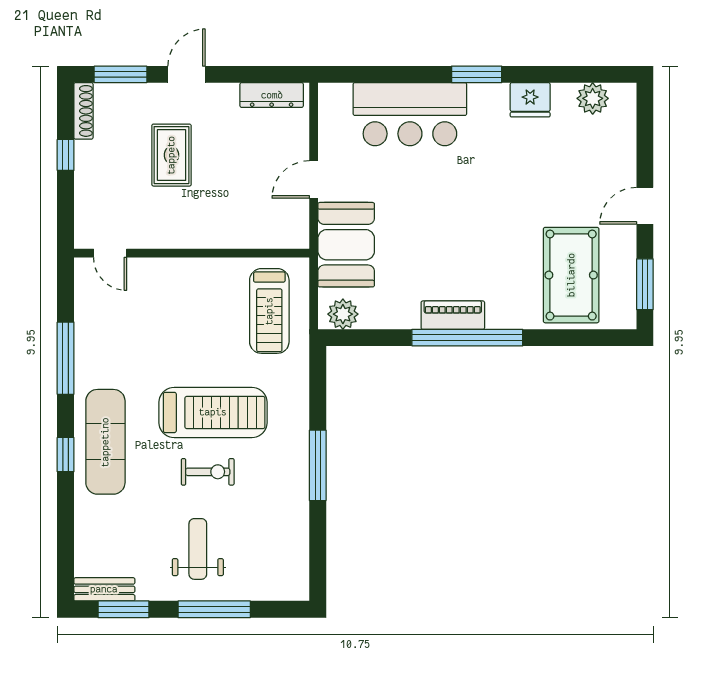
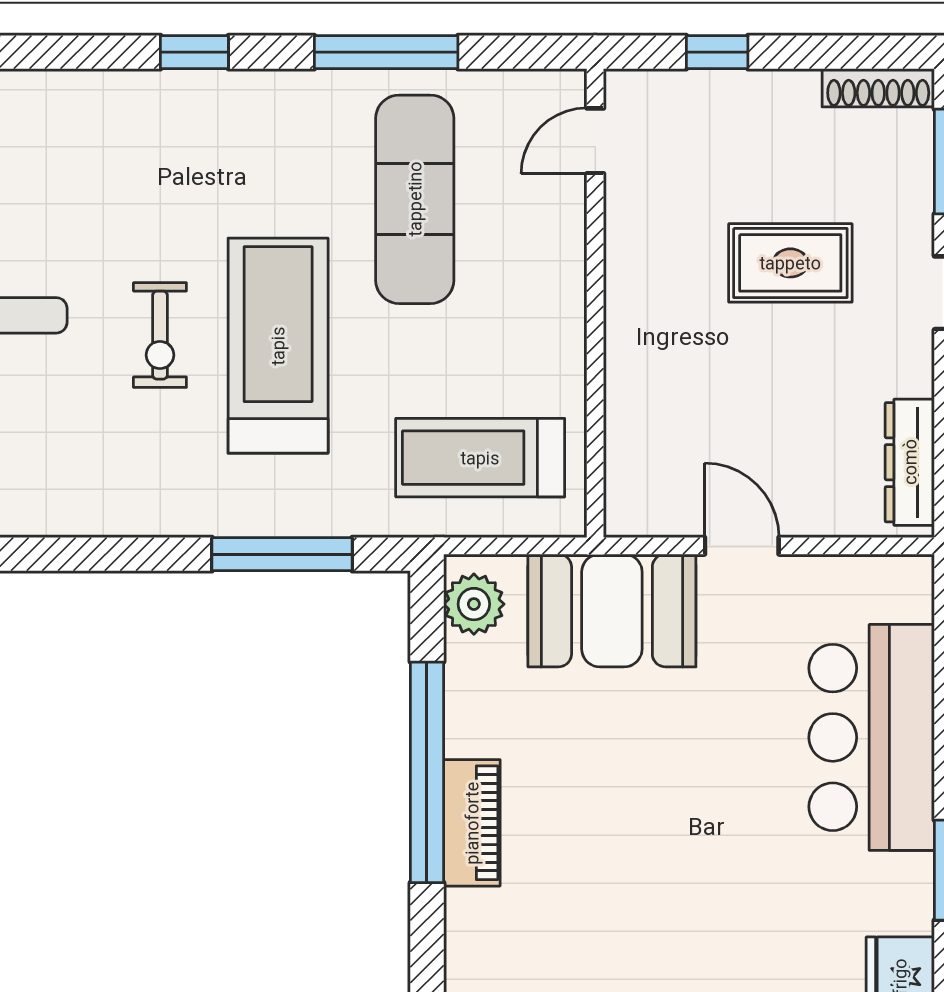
window: (66, 155) -> (717, 52), moved
window: (467, 338) -> (427, 772), moved
treadmill: (213, 412) -> (278, 346), turned 180
exercise mat: (105, 442) -> (415, 199), moved, turned 90
window: (318, 465) -> (282, 554), moved

